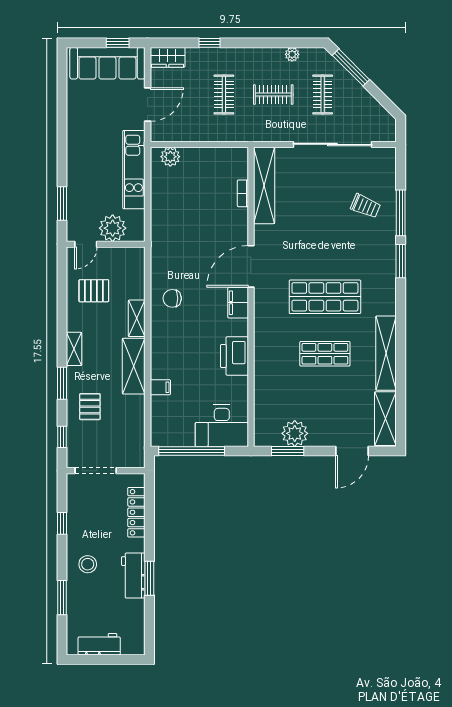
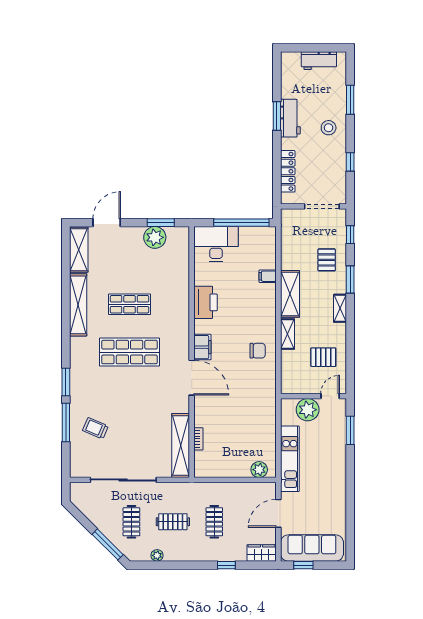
door: (251, 266) -> (192, 378), hinge flipped

